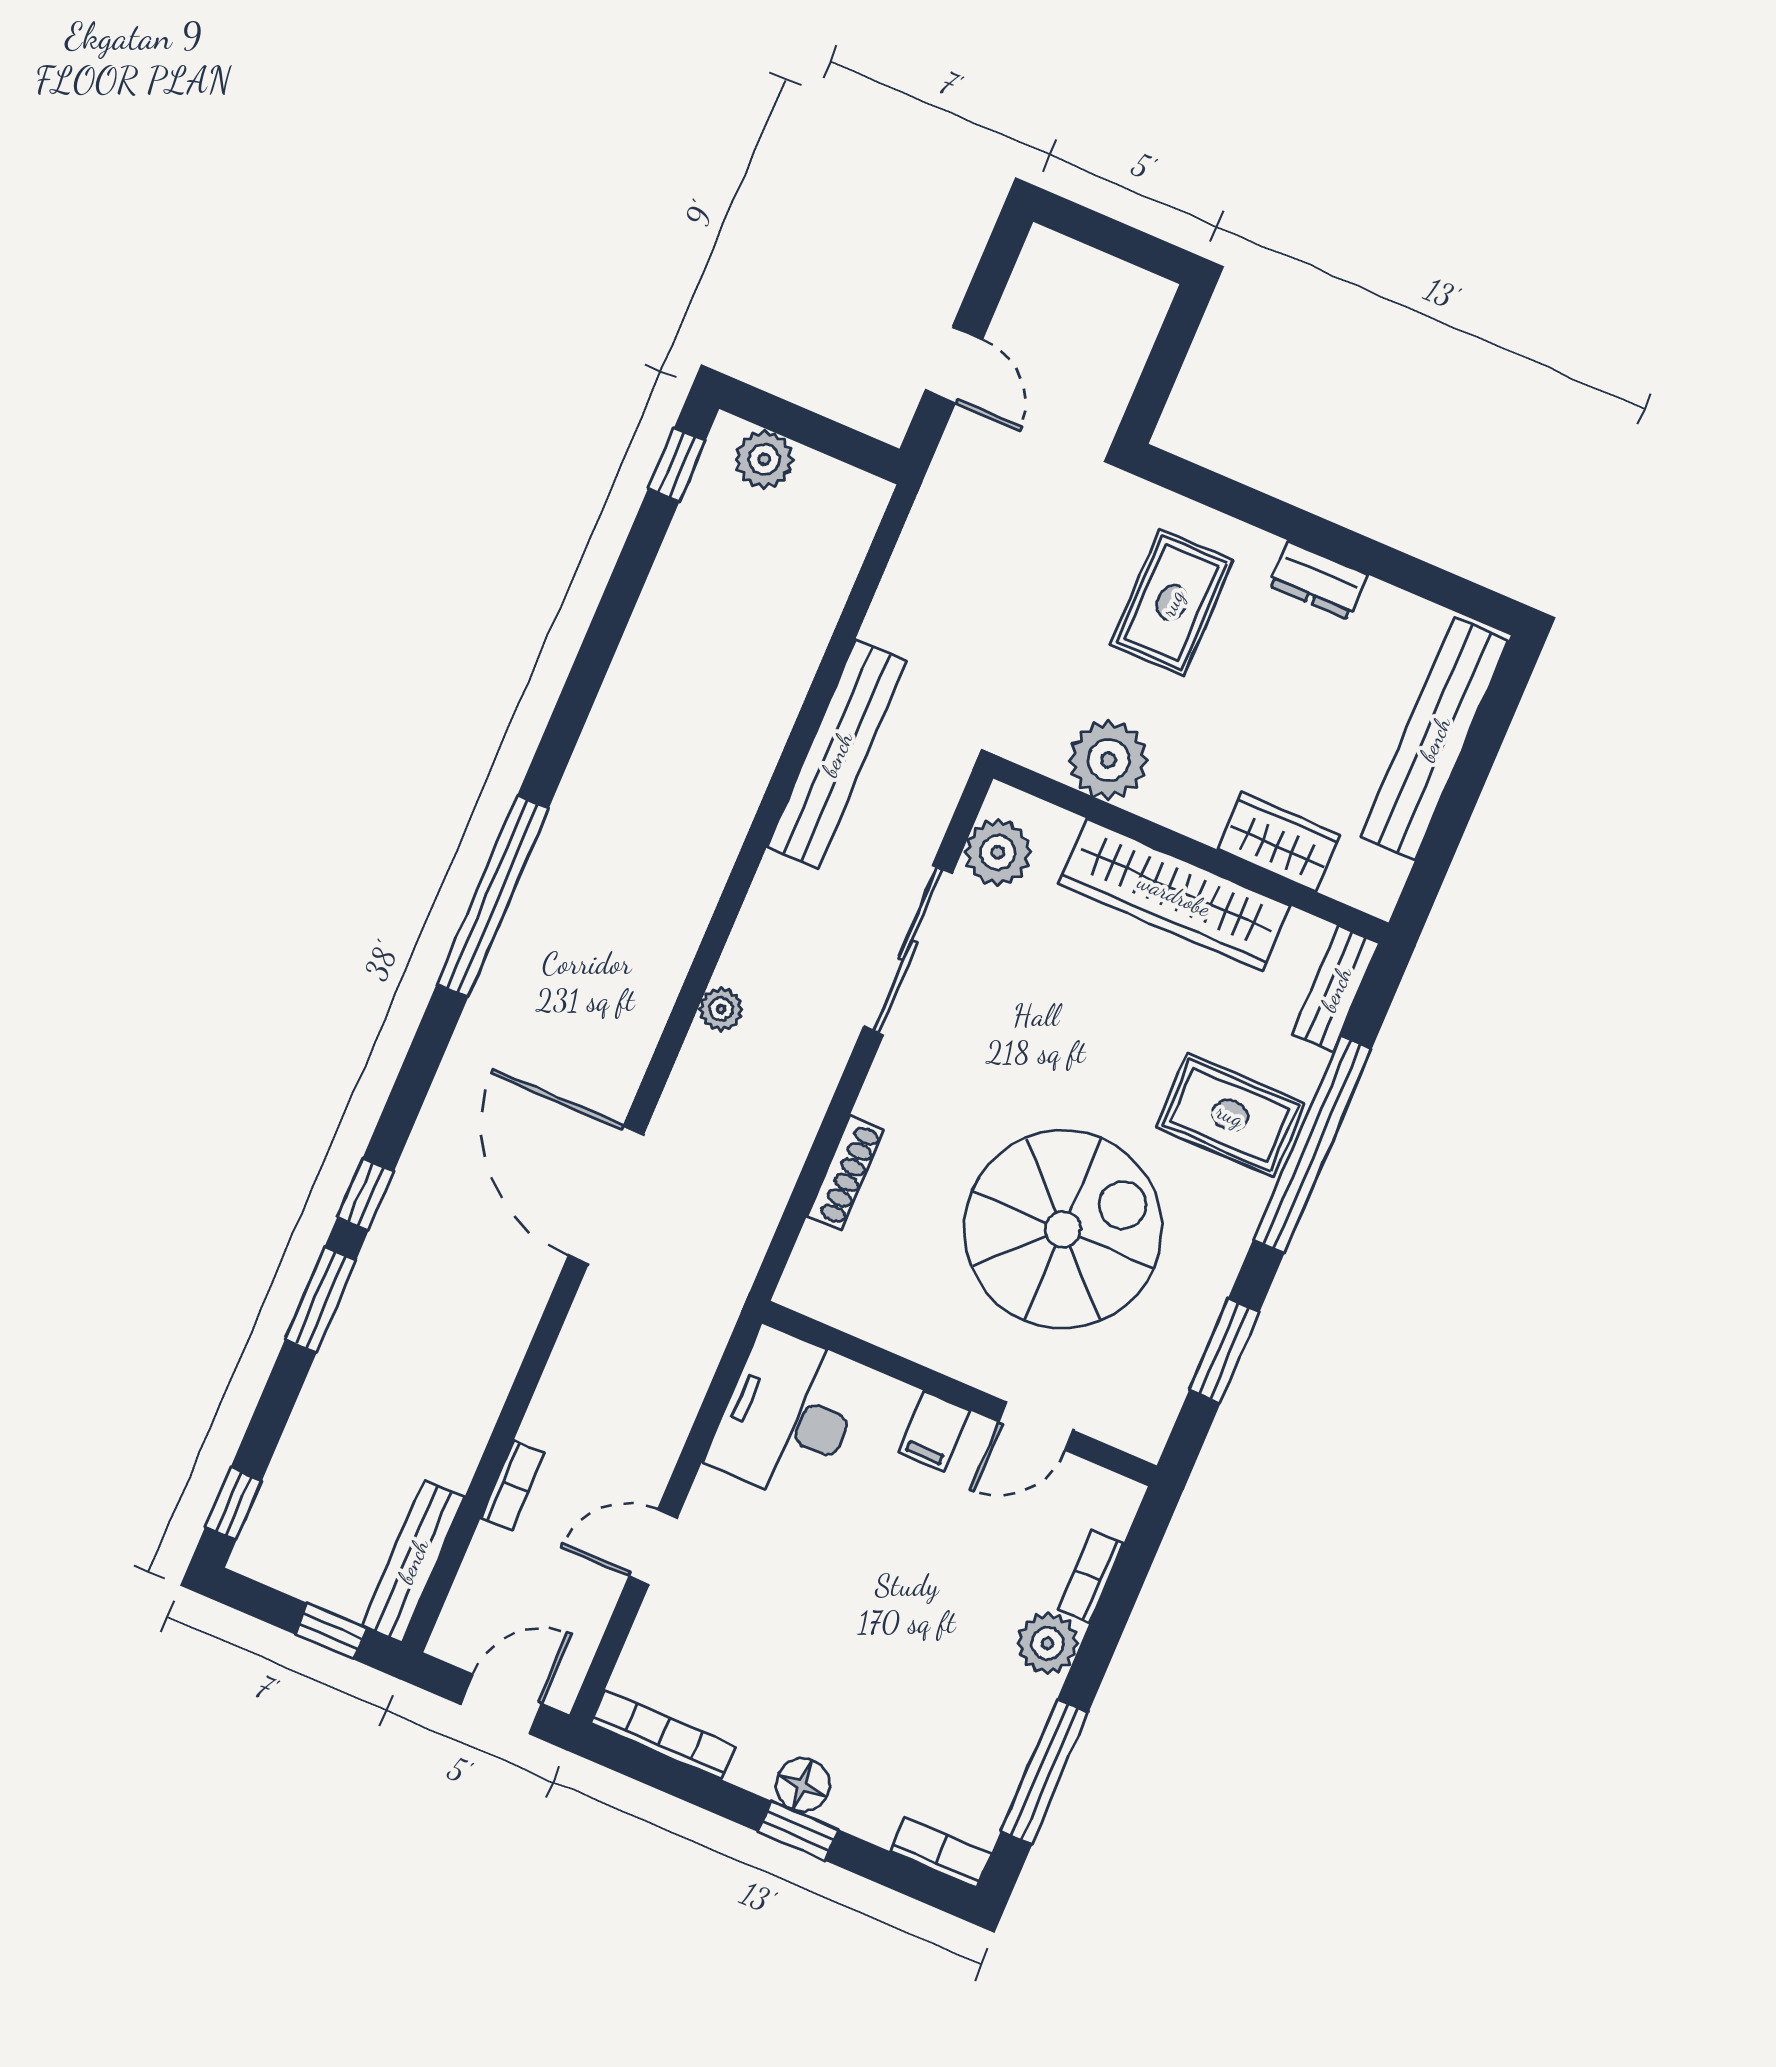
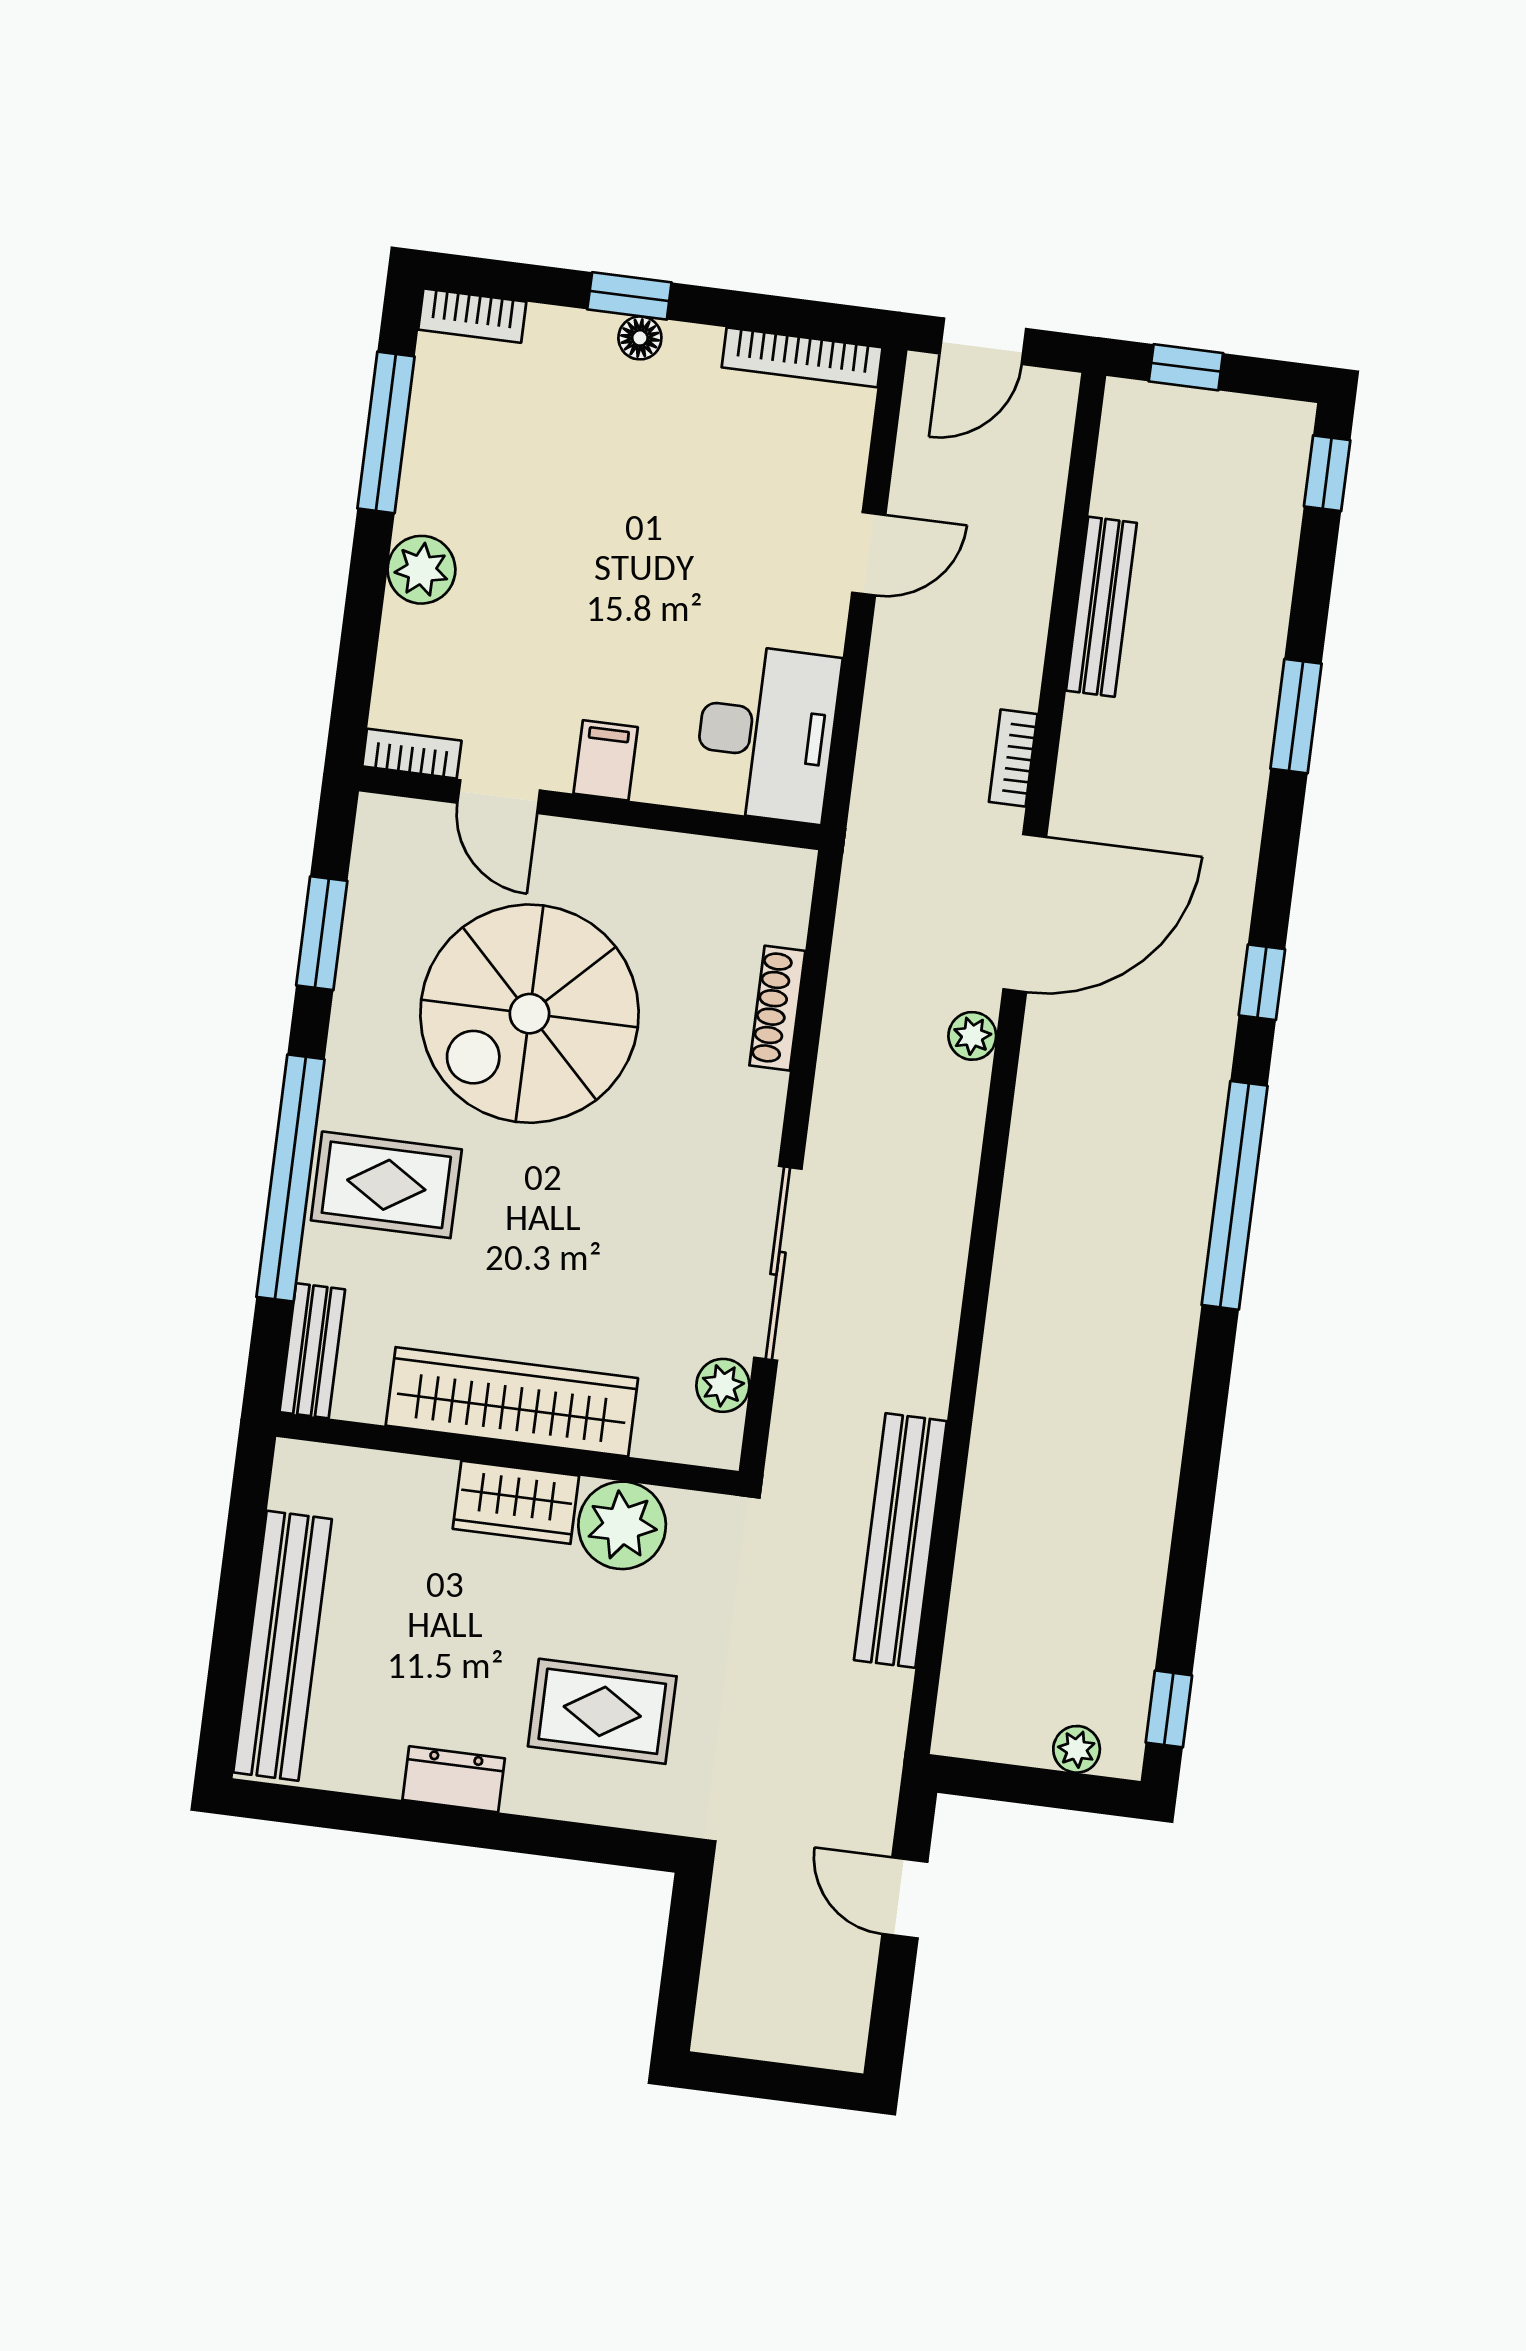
plant: (764, 460) -> (1077, 1749), width x0.73, depth x0.73
rug: (1172, 603) -> (602, 1711), turned 90
bench: (837, 754) -> (900, 1541), moved
wardrobe: (1279, 842) -> (516, 1502), moved
plant: (998, 852) -> (723, 1385), width x0.73, depth x0.73
plant: (721, 1009) -> (972, 1036), moved
window: (365, 1195) -> (1262, 982), moved
door: (606, 1195) -> (1025, 913), hinge flipped
door: (1036, 1426) -> (499, 797), swing flipped
bookcase: (513, 1486) -> (1013, 758), moved
bench: (413, 1561) -> (1101, 607), moved
bookcase: (1091, 1576) -> (412, 754), moved, turned -90
floor lamp: (803, 1785) -> (640, 338), width x0.73, depth x0.73

